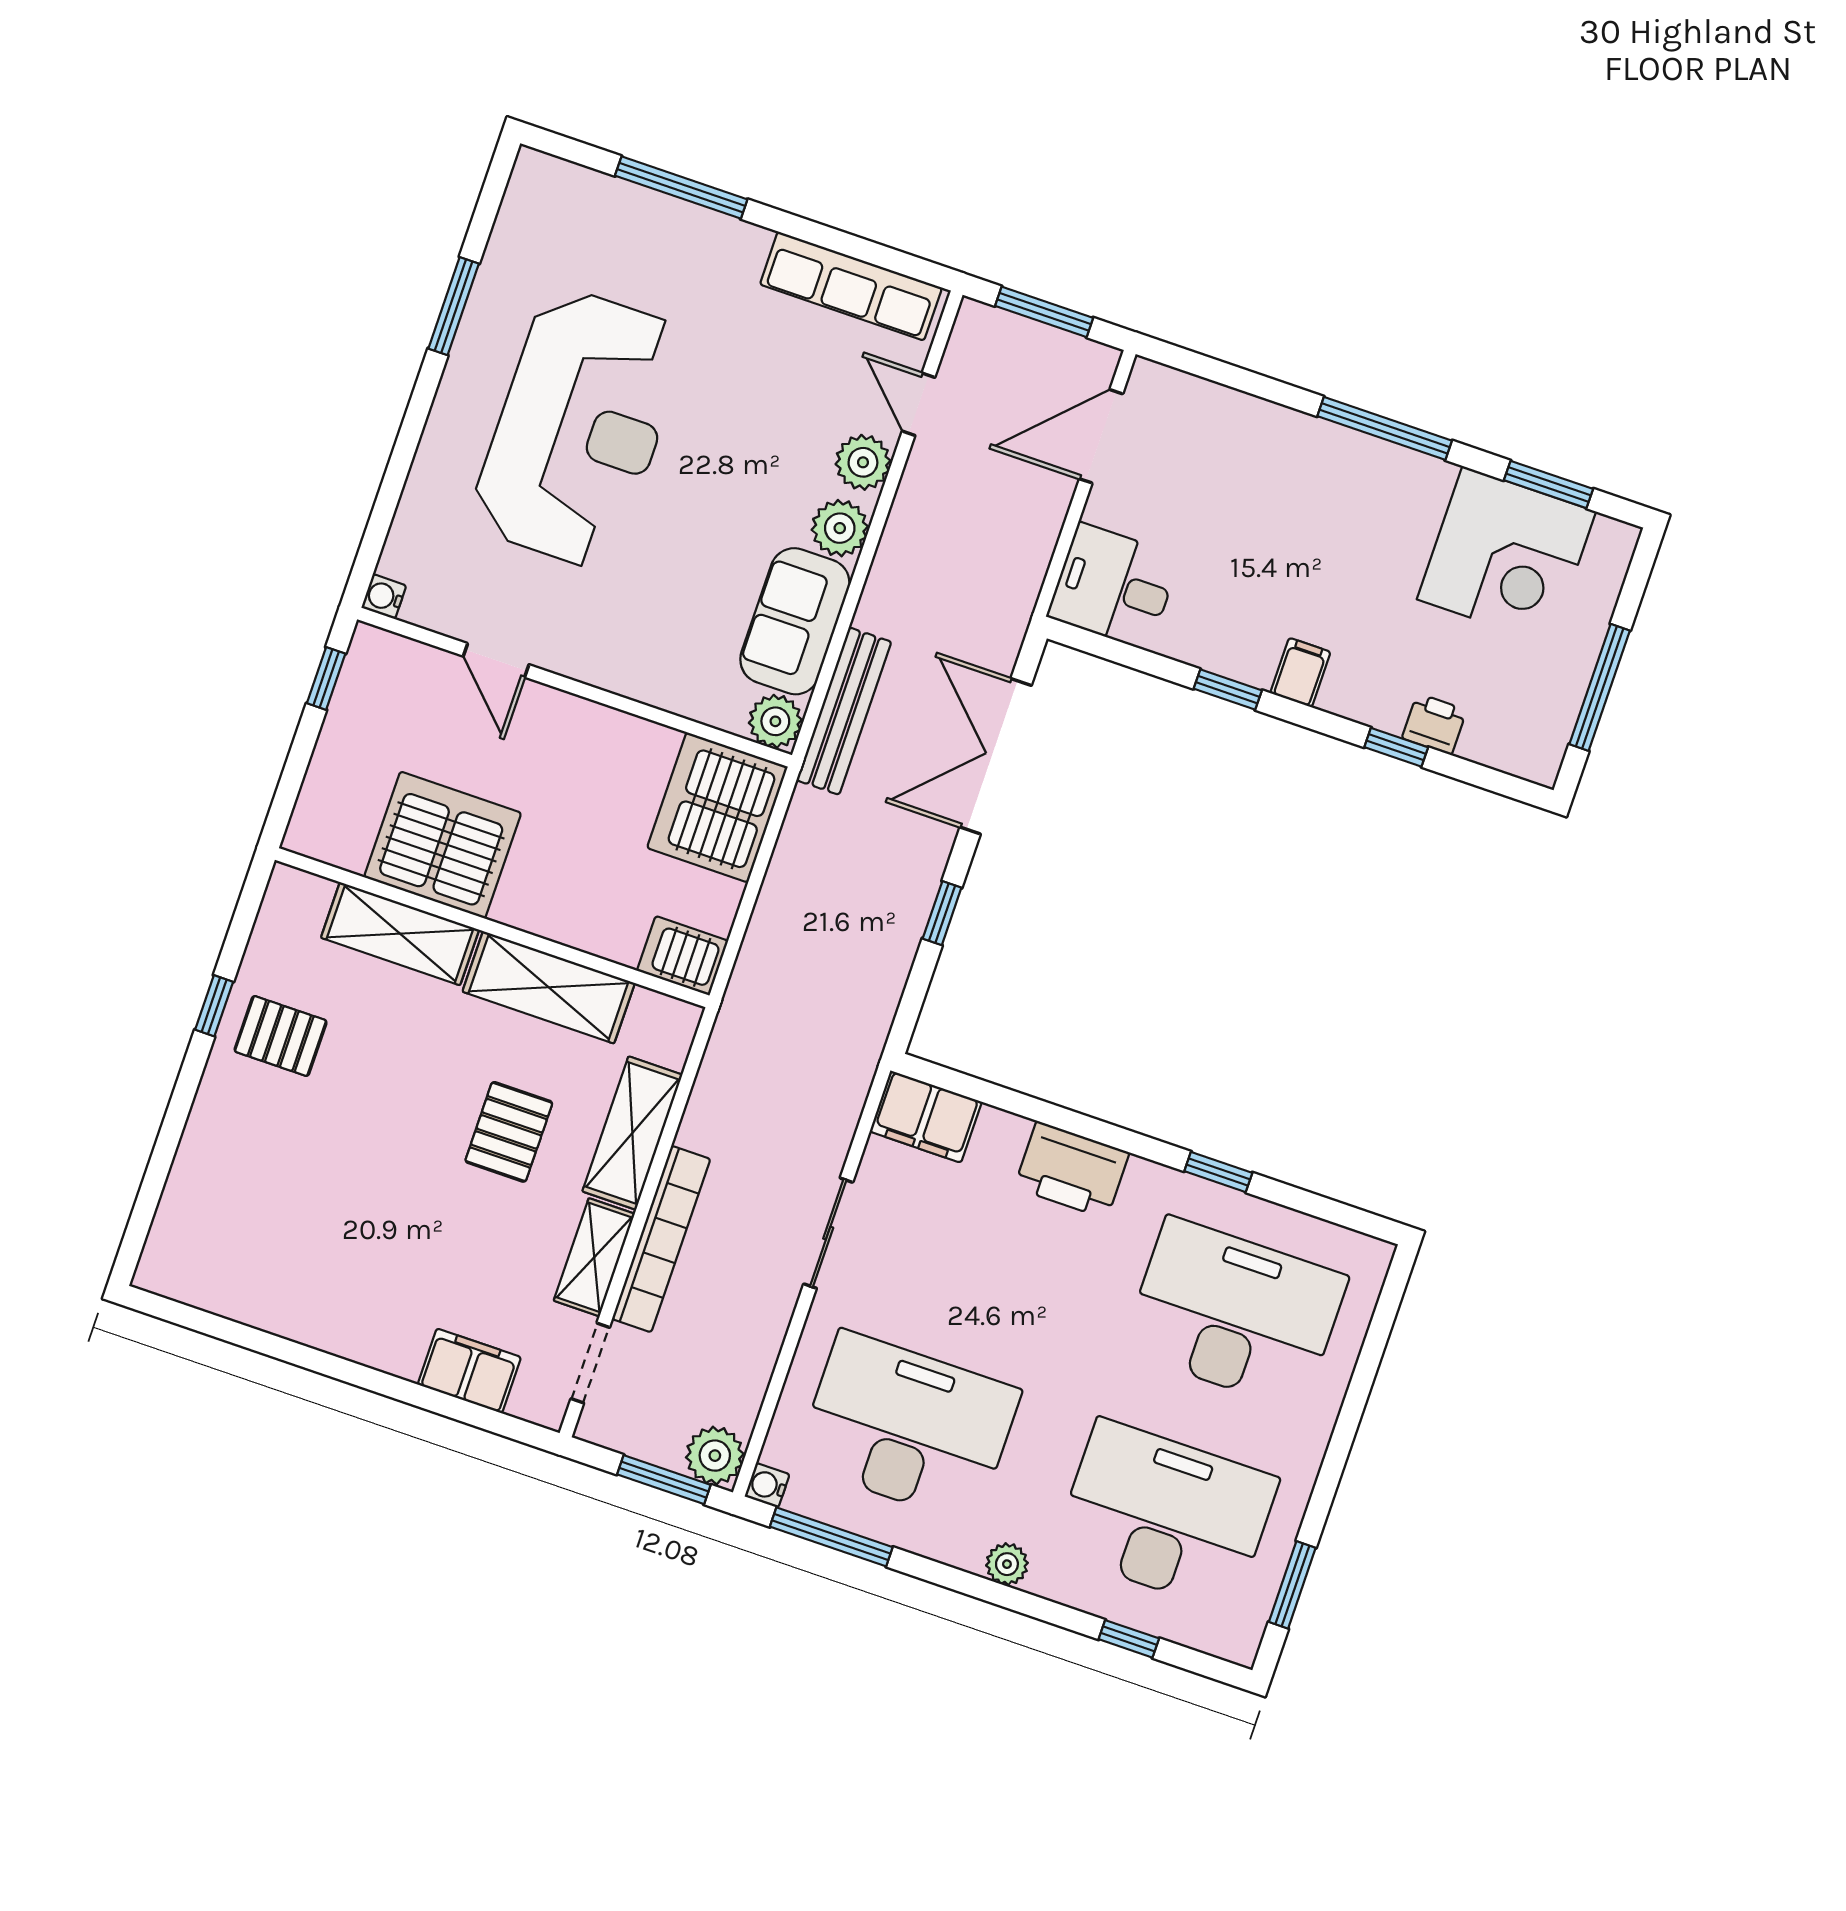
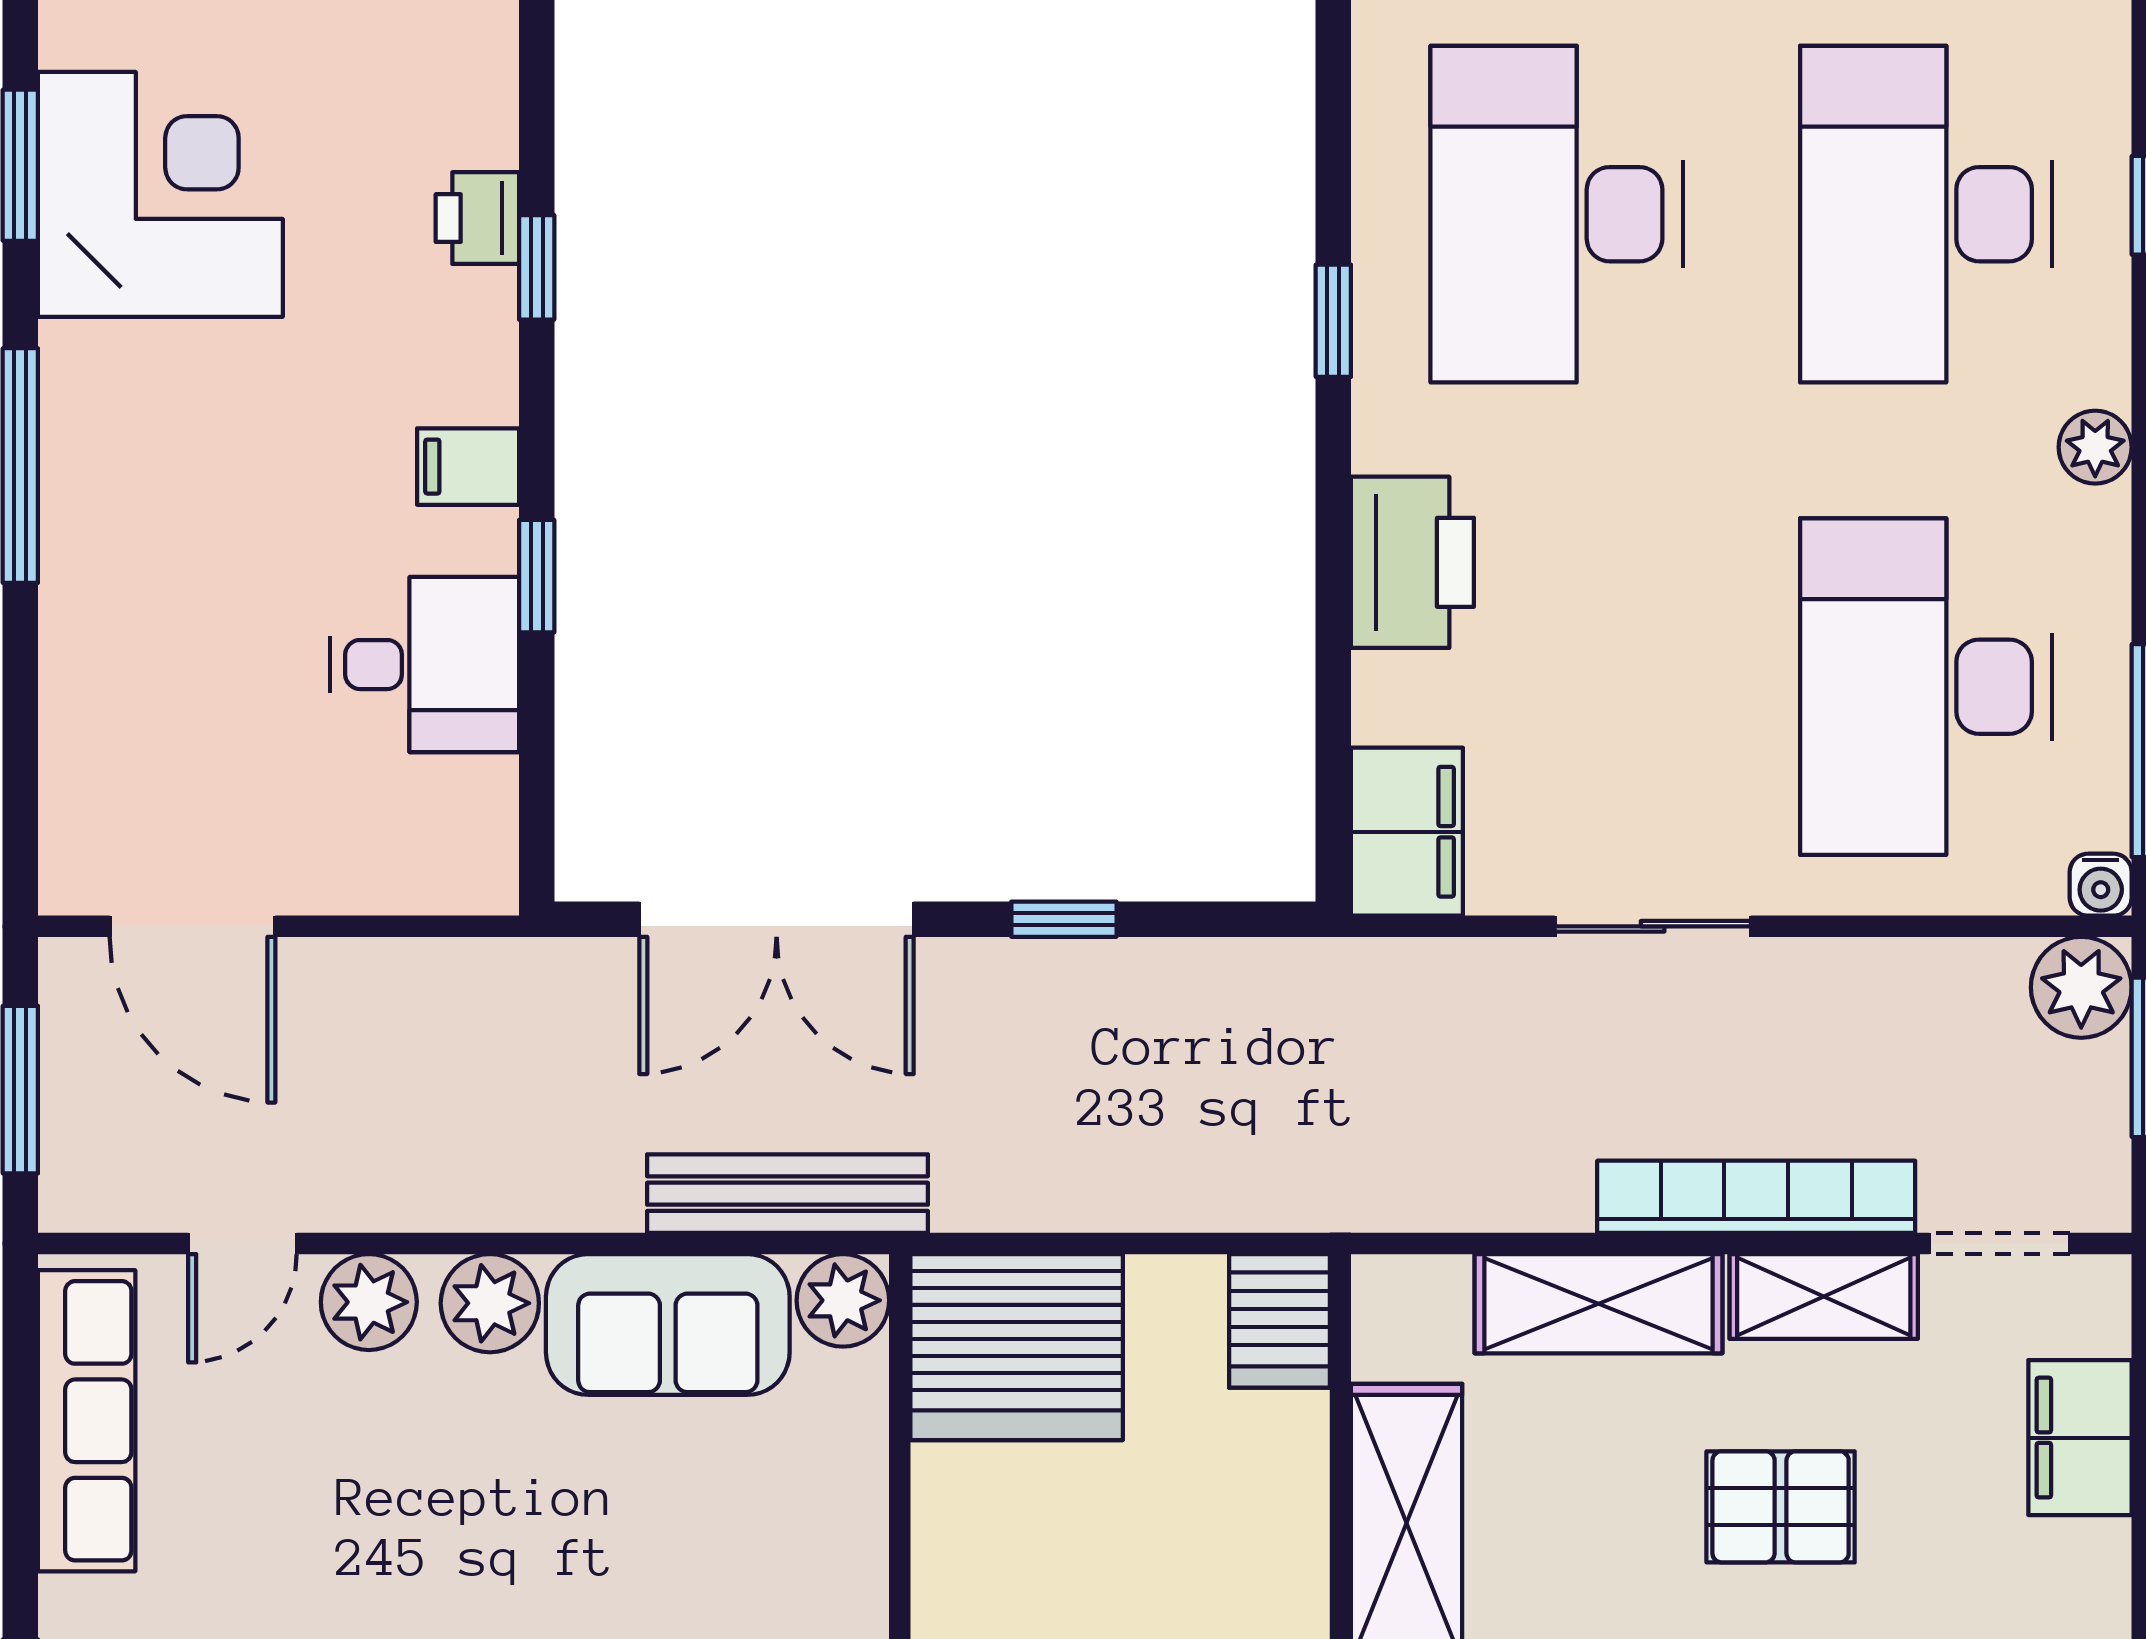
desk: (1114, 586) -> (425, 665), moved, turned -90
pallet: (509, 1132) -> (1781, 1507), moved

